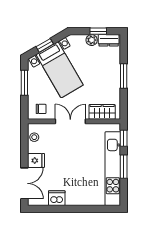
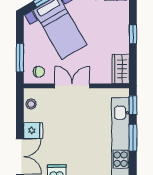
window: (124, 76) -> (133, 34), width x0.67
window: (24, 83) -> (20, 58), moved
wardrobe: (102, 112) -> (121, 69), moved, turned -90

